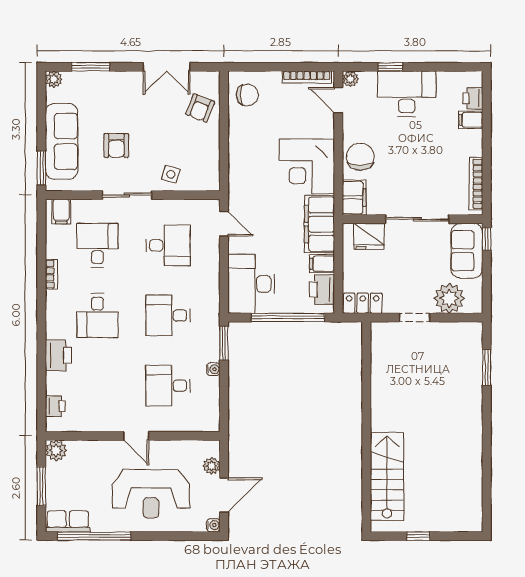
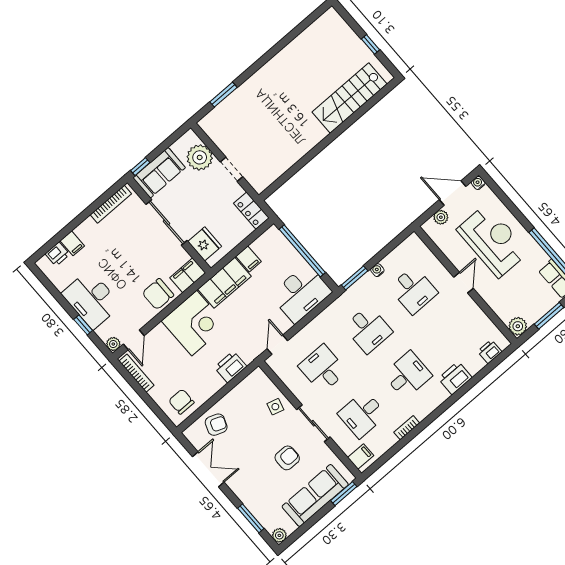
printer: (322, 289) -> (230, 367), moved, turned 180

